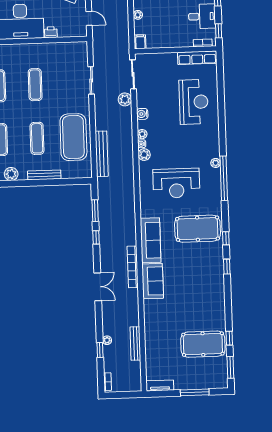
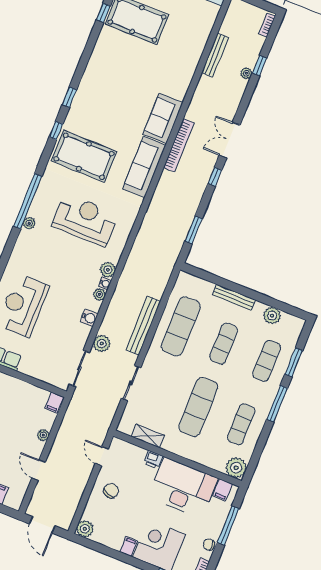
shelving: (62, 48) -> (148, 436), added
exercise mat: (35, 85) -> (198, 407), width x1.36, depth x1.45
exercise mat: (73, 137) -> (181, 326), width x0.68
bench: (102, 154) -> (143, 326), moved
window: (96, 237) -> (215, 177), moved

